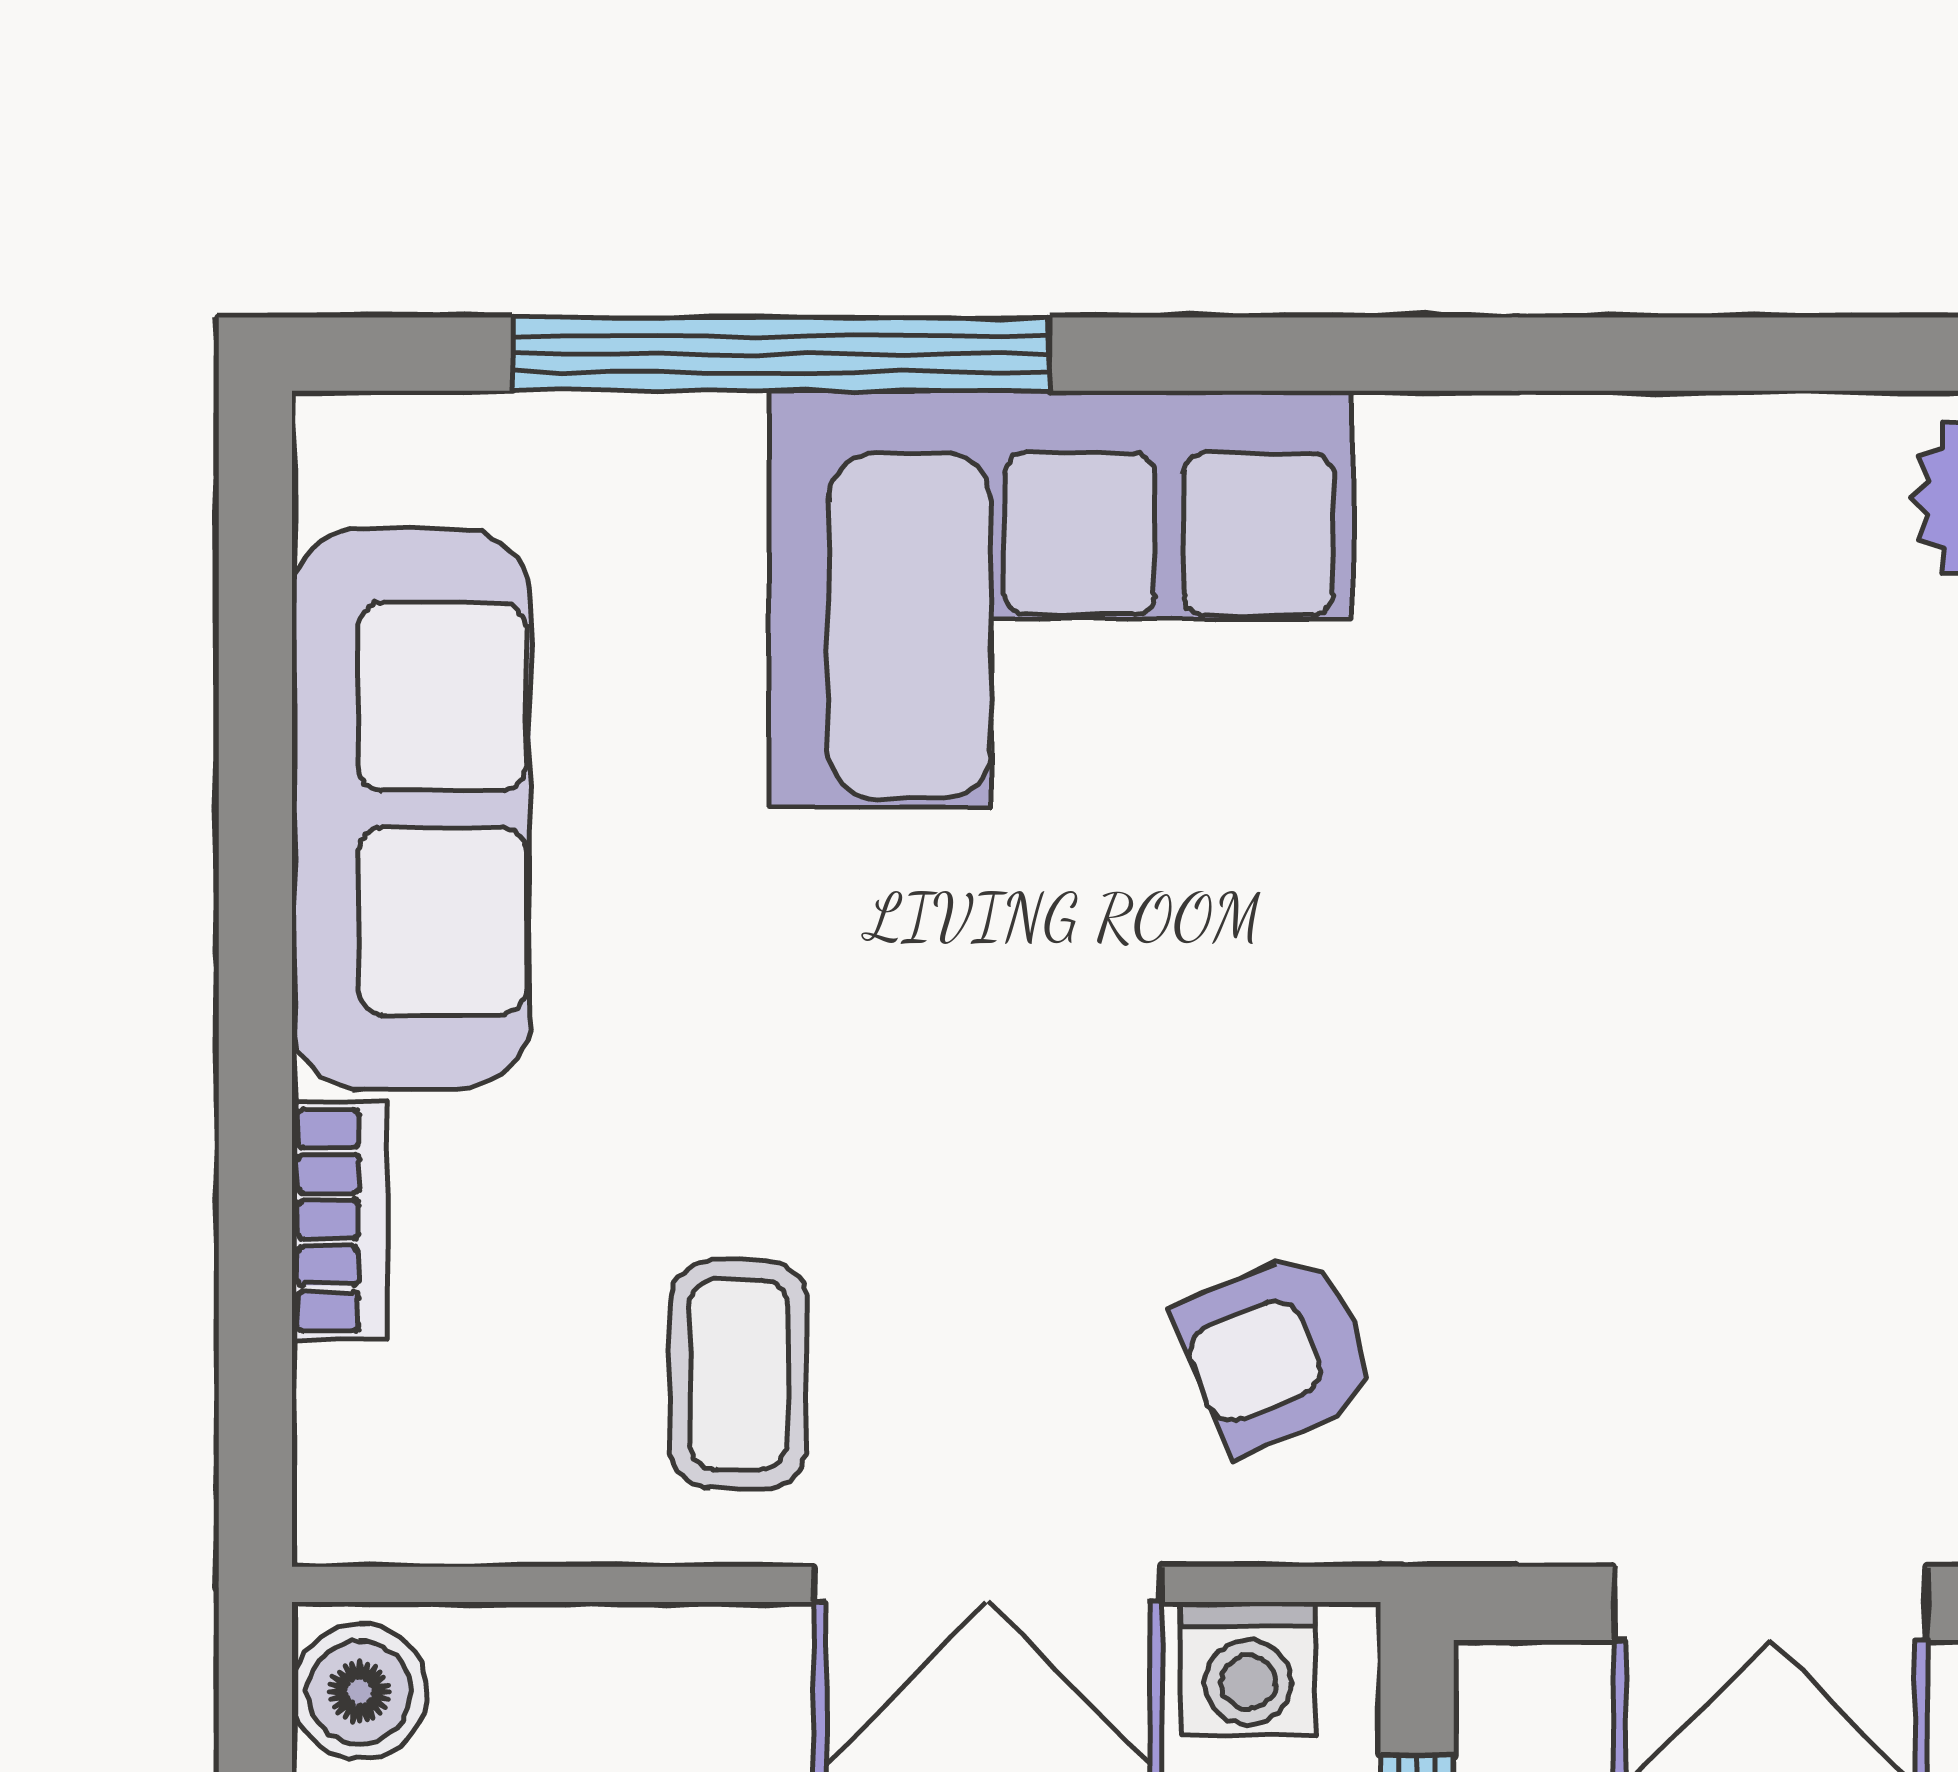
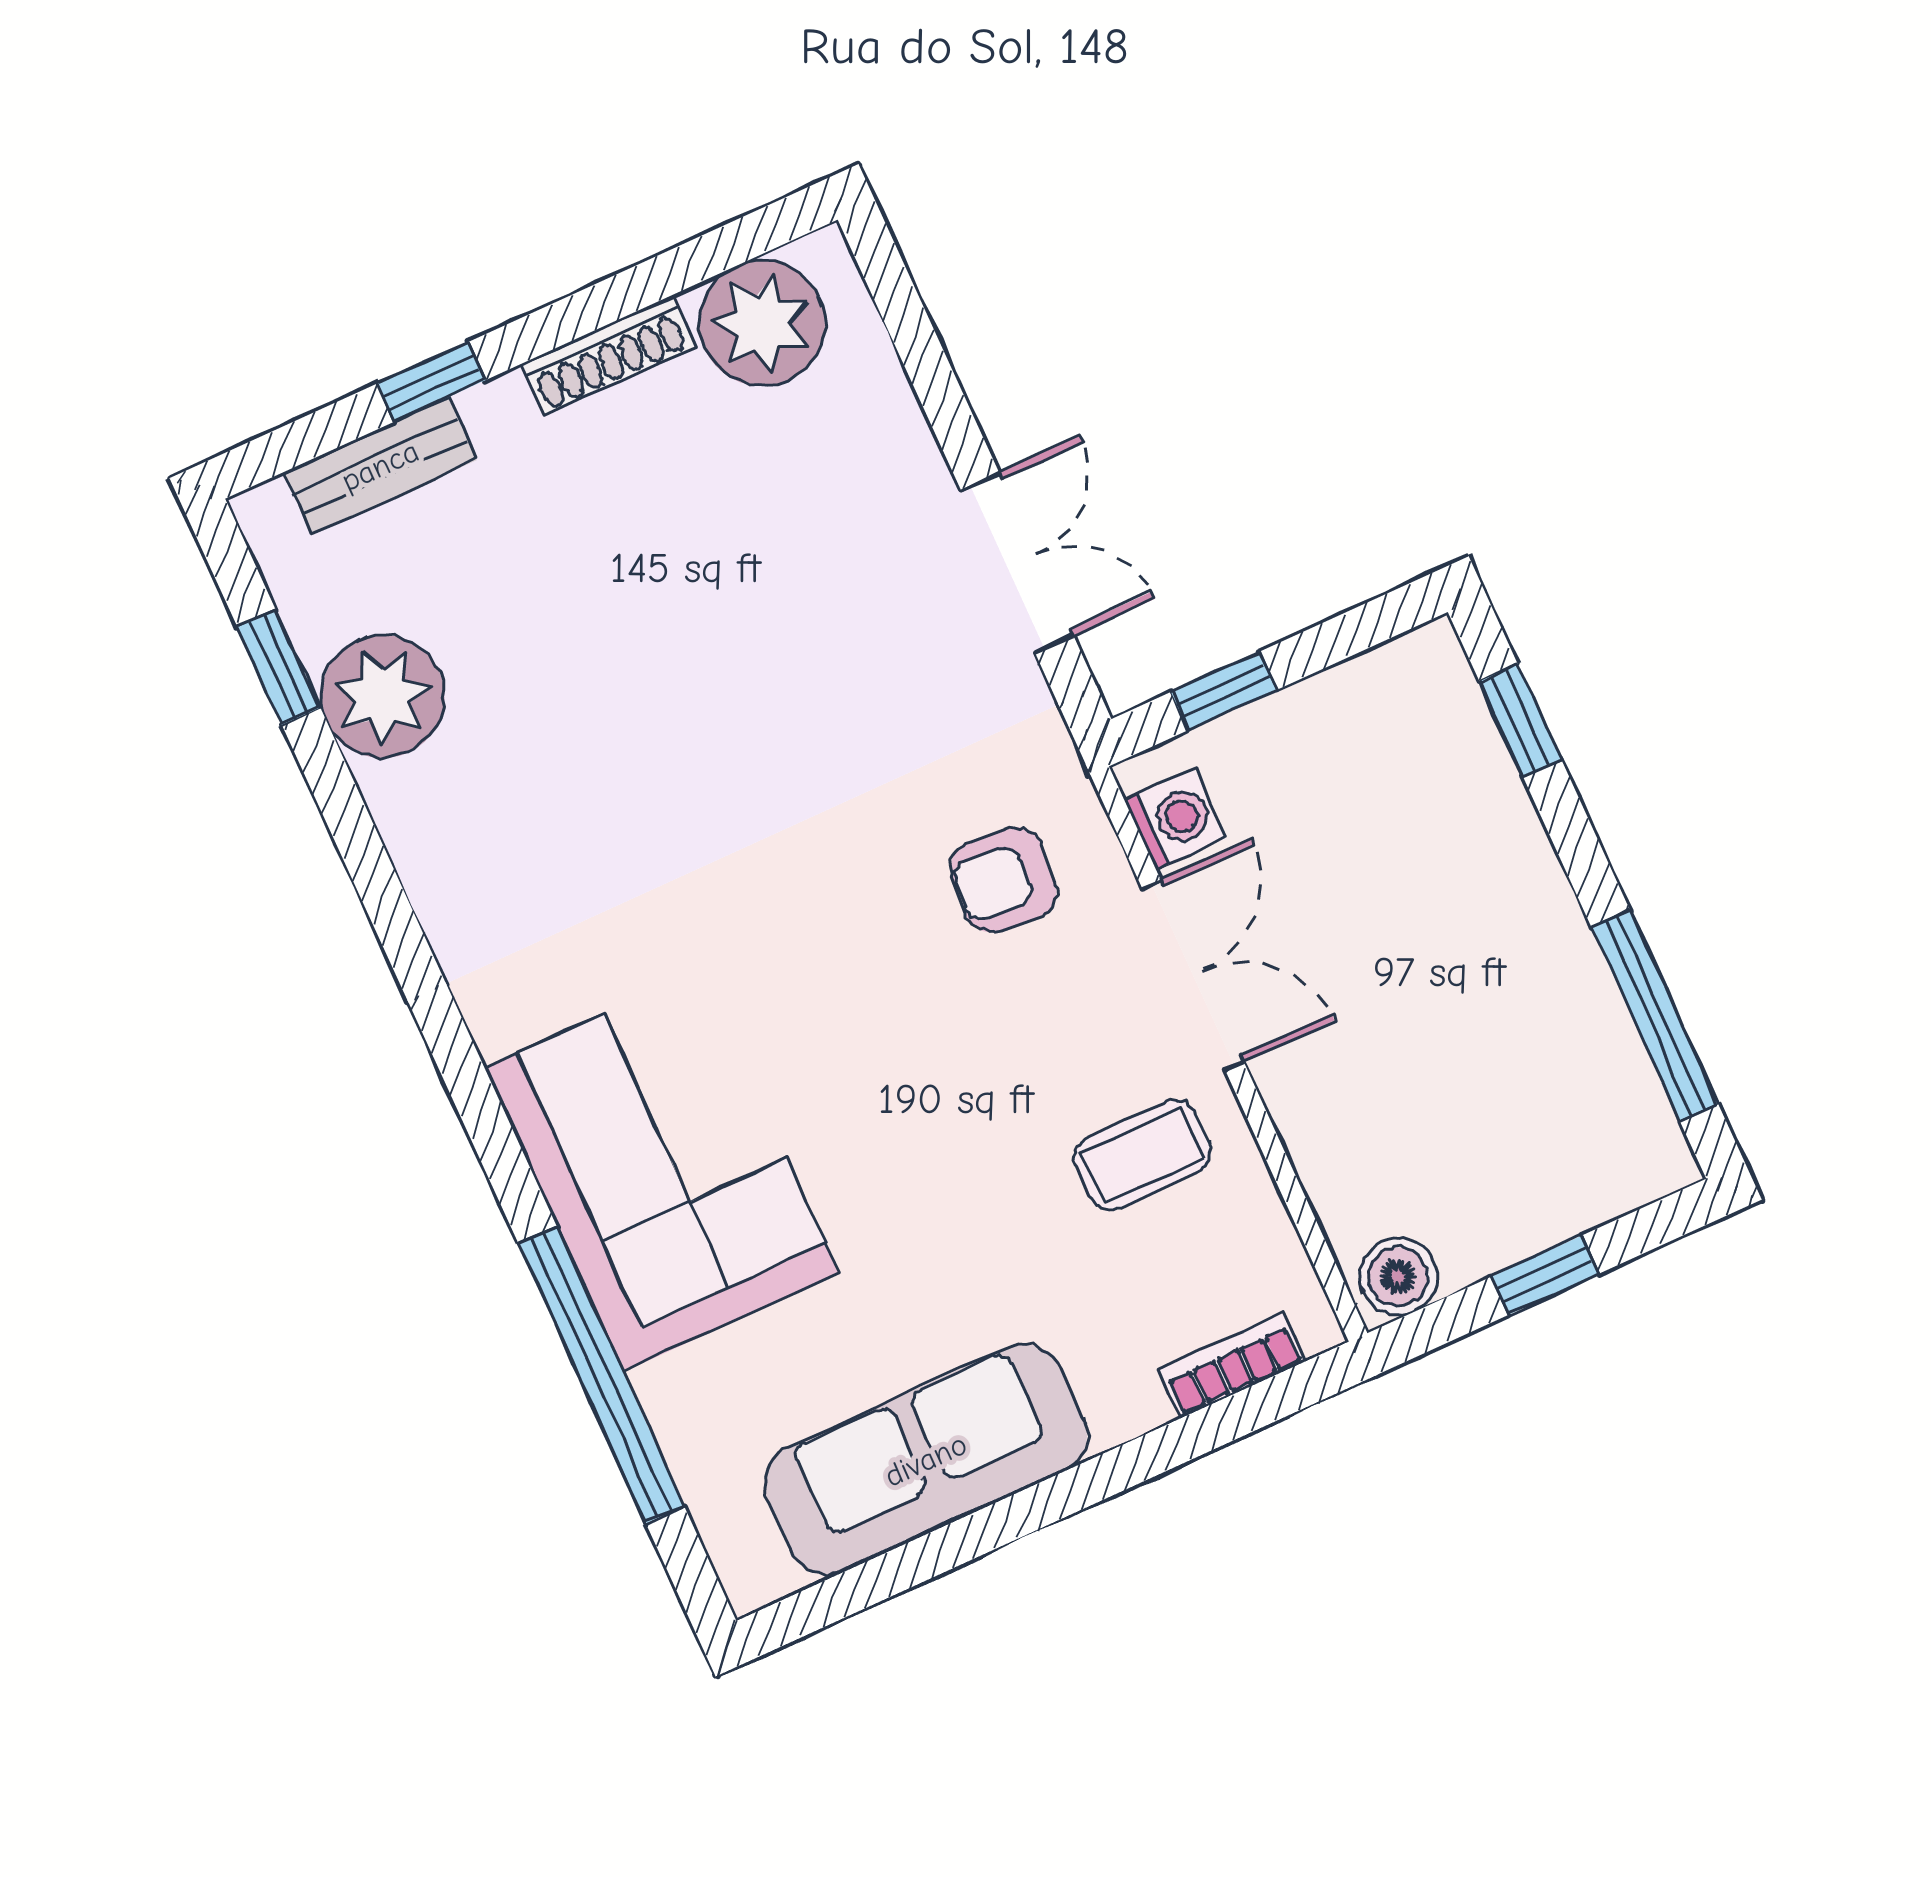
bookcase: (340, 1220) -> (1232, 1365), moved
armchair: (1277, 1352) -> (1004, 880), turned 117

